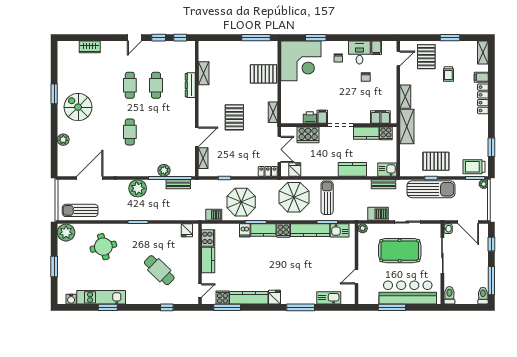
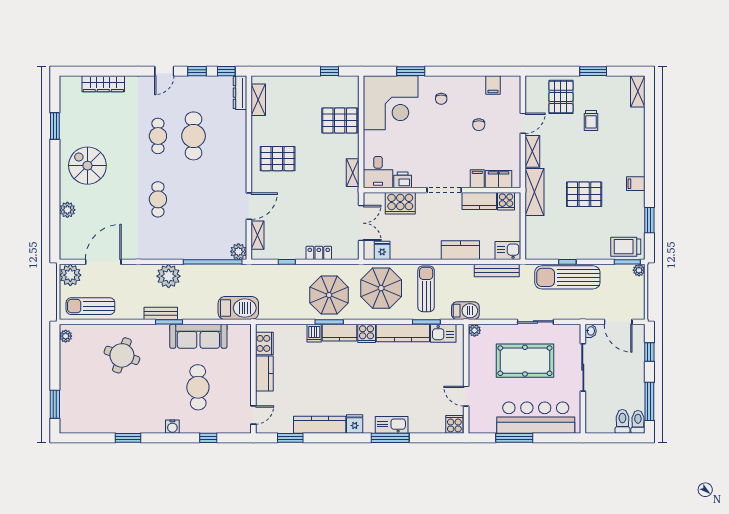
window: (256, 38) -> (329, 71), width x0.46
wardrobe: (90, 47) -> (103, 84), width x1.50
desk: (359, 52) -> (378, 172), moved, turned 180
door: (398, 58) -> (523, 123), moved
shelving: (204, 73) -> (258, 100), moved
filing cabinet: (481, 77) -> (636, 184), moved
cafe table: (156, 85) -> (193, 136), width x1.37, depth x1.35
dresser: (190, 85) -> (240, 93), moved
window: (54, 94) -> (55, 126), moved
locker: (483, 99) -> (638, 154), removed
pallet: (234, 117) -> (278, 159), moved, turned 90
filing cabinet: (322, 117) -> (477, 179), moved
pallet: (436, 161) -> (584, 194), moved
plant: (164, 170) -> (238, 252), moved
locker: (268, 171) -> (319, 253), moved
bench: (178, 184) -> (161, 313), moved
bench: (384, 184) -> (497, 271), width x1.36
plant: (65, 188) -> (70, 275), added
sun lounger: (431, 189) -> (567, 277), turned 180
parasol: (241, 202) -> (329, 295), moved
barbecue: (378, 214) -> (465, 311), moved
barbecue: (214, 215) -> (238, 308), moved, width x1.88, depth x1.53
fridge: (187, 230) -> (236, 333), removed
plant: (66, 233) -> (66, 336), width x0.53, depth x0.53
sofa: (160, 233) -> (198, 336), added
round table: (103, 247) -> (122, 355), turned 32
window: (54, 267) -> (55, 404), moved
cafe table: (159, 270) -> (198, 387), turned 45
door: (356, 277) -> (466, 396), hinge flipped
toilet: (449, 295) -> (622, 421), moved
kitchen unit: (101, 297) -> (119, 424), removed
cooker: (223, 297) -> (454, 424), moved
kitchen sink: (329, 298) -> (392, 425), moved
water cooler: (71, 299) -> (172, 427), moved
window: (227, 307) -> (290, 438), width x0.69

